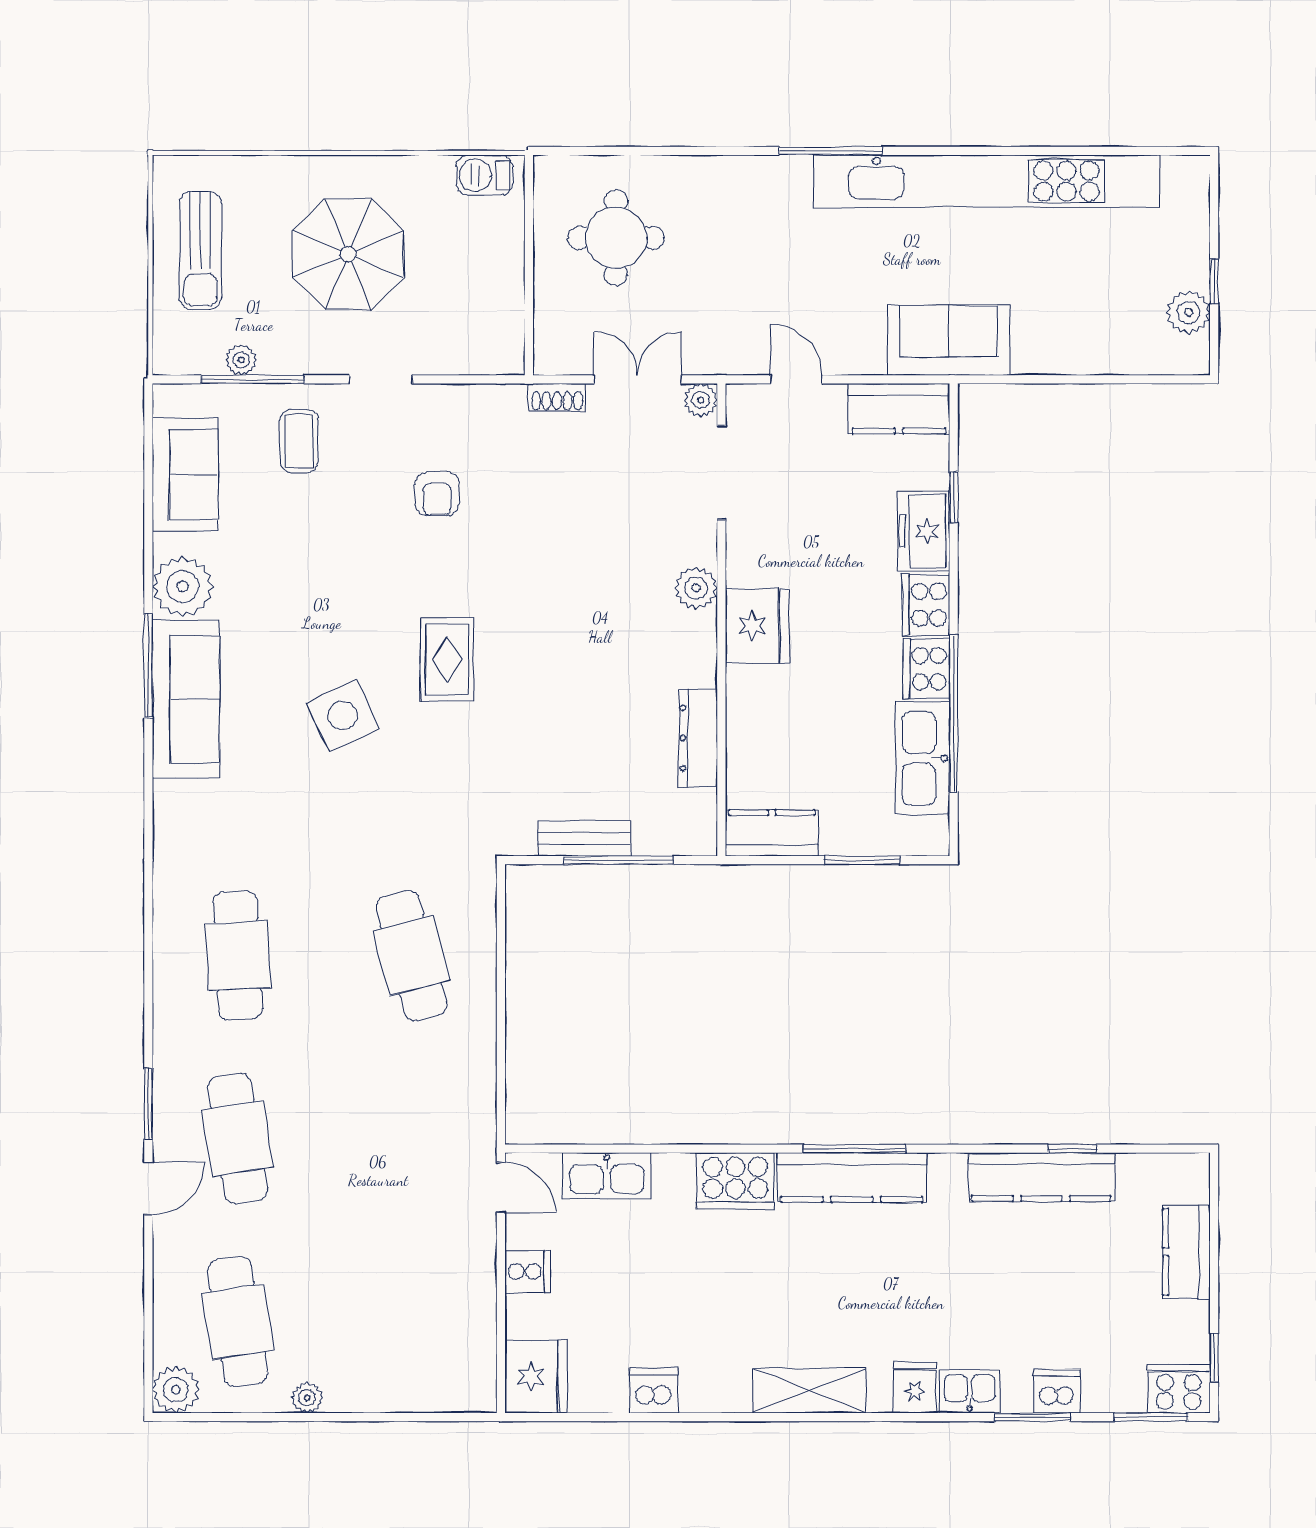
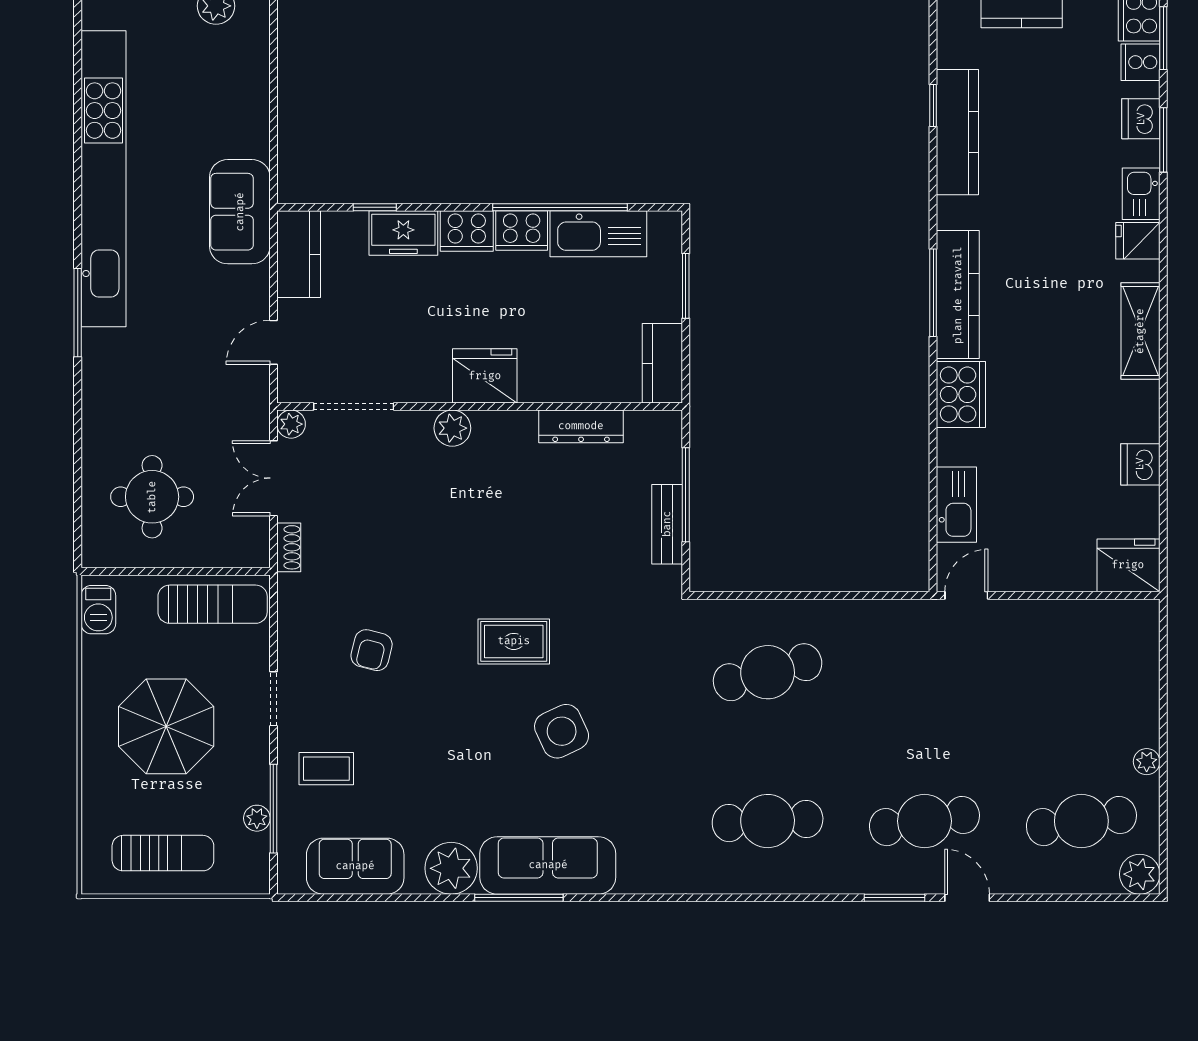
sun lounger: (491, 308) -> (213, 604), added
armchair: (437, 494) -> (372, 650), turned 104
cooker: (528, 1272) -> (1140, 62), moved, turned -90

